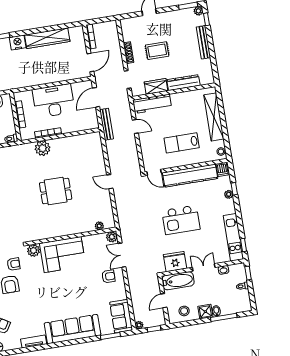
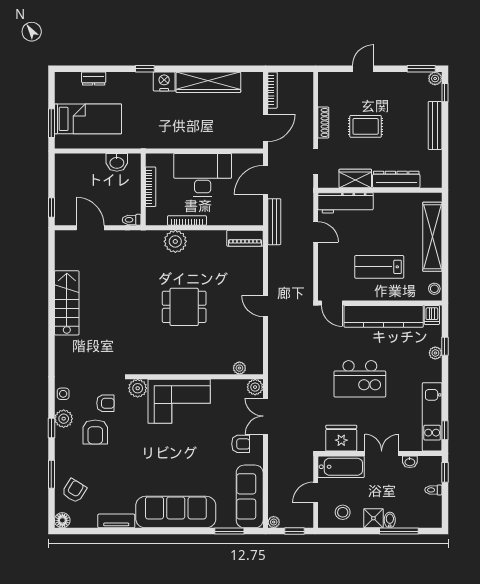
piano: (89, 138) -> (245, 238), added
sofa: (121, 316) -> (250, 496), width x1.36

